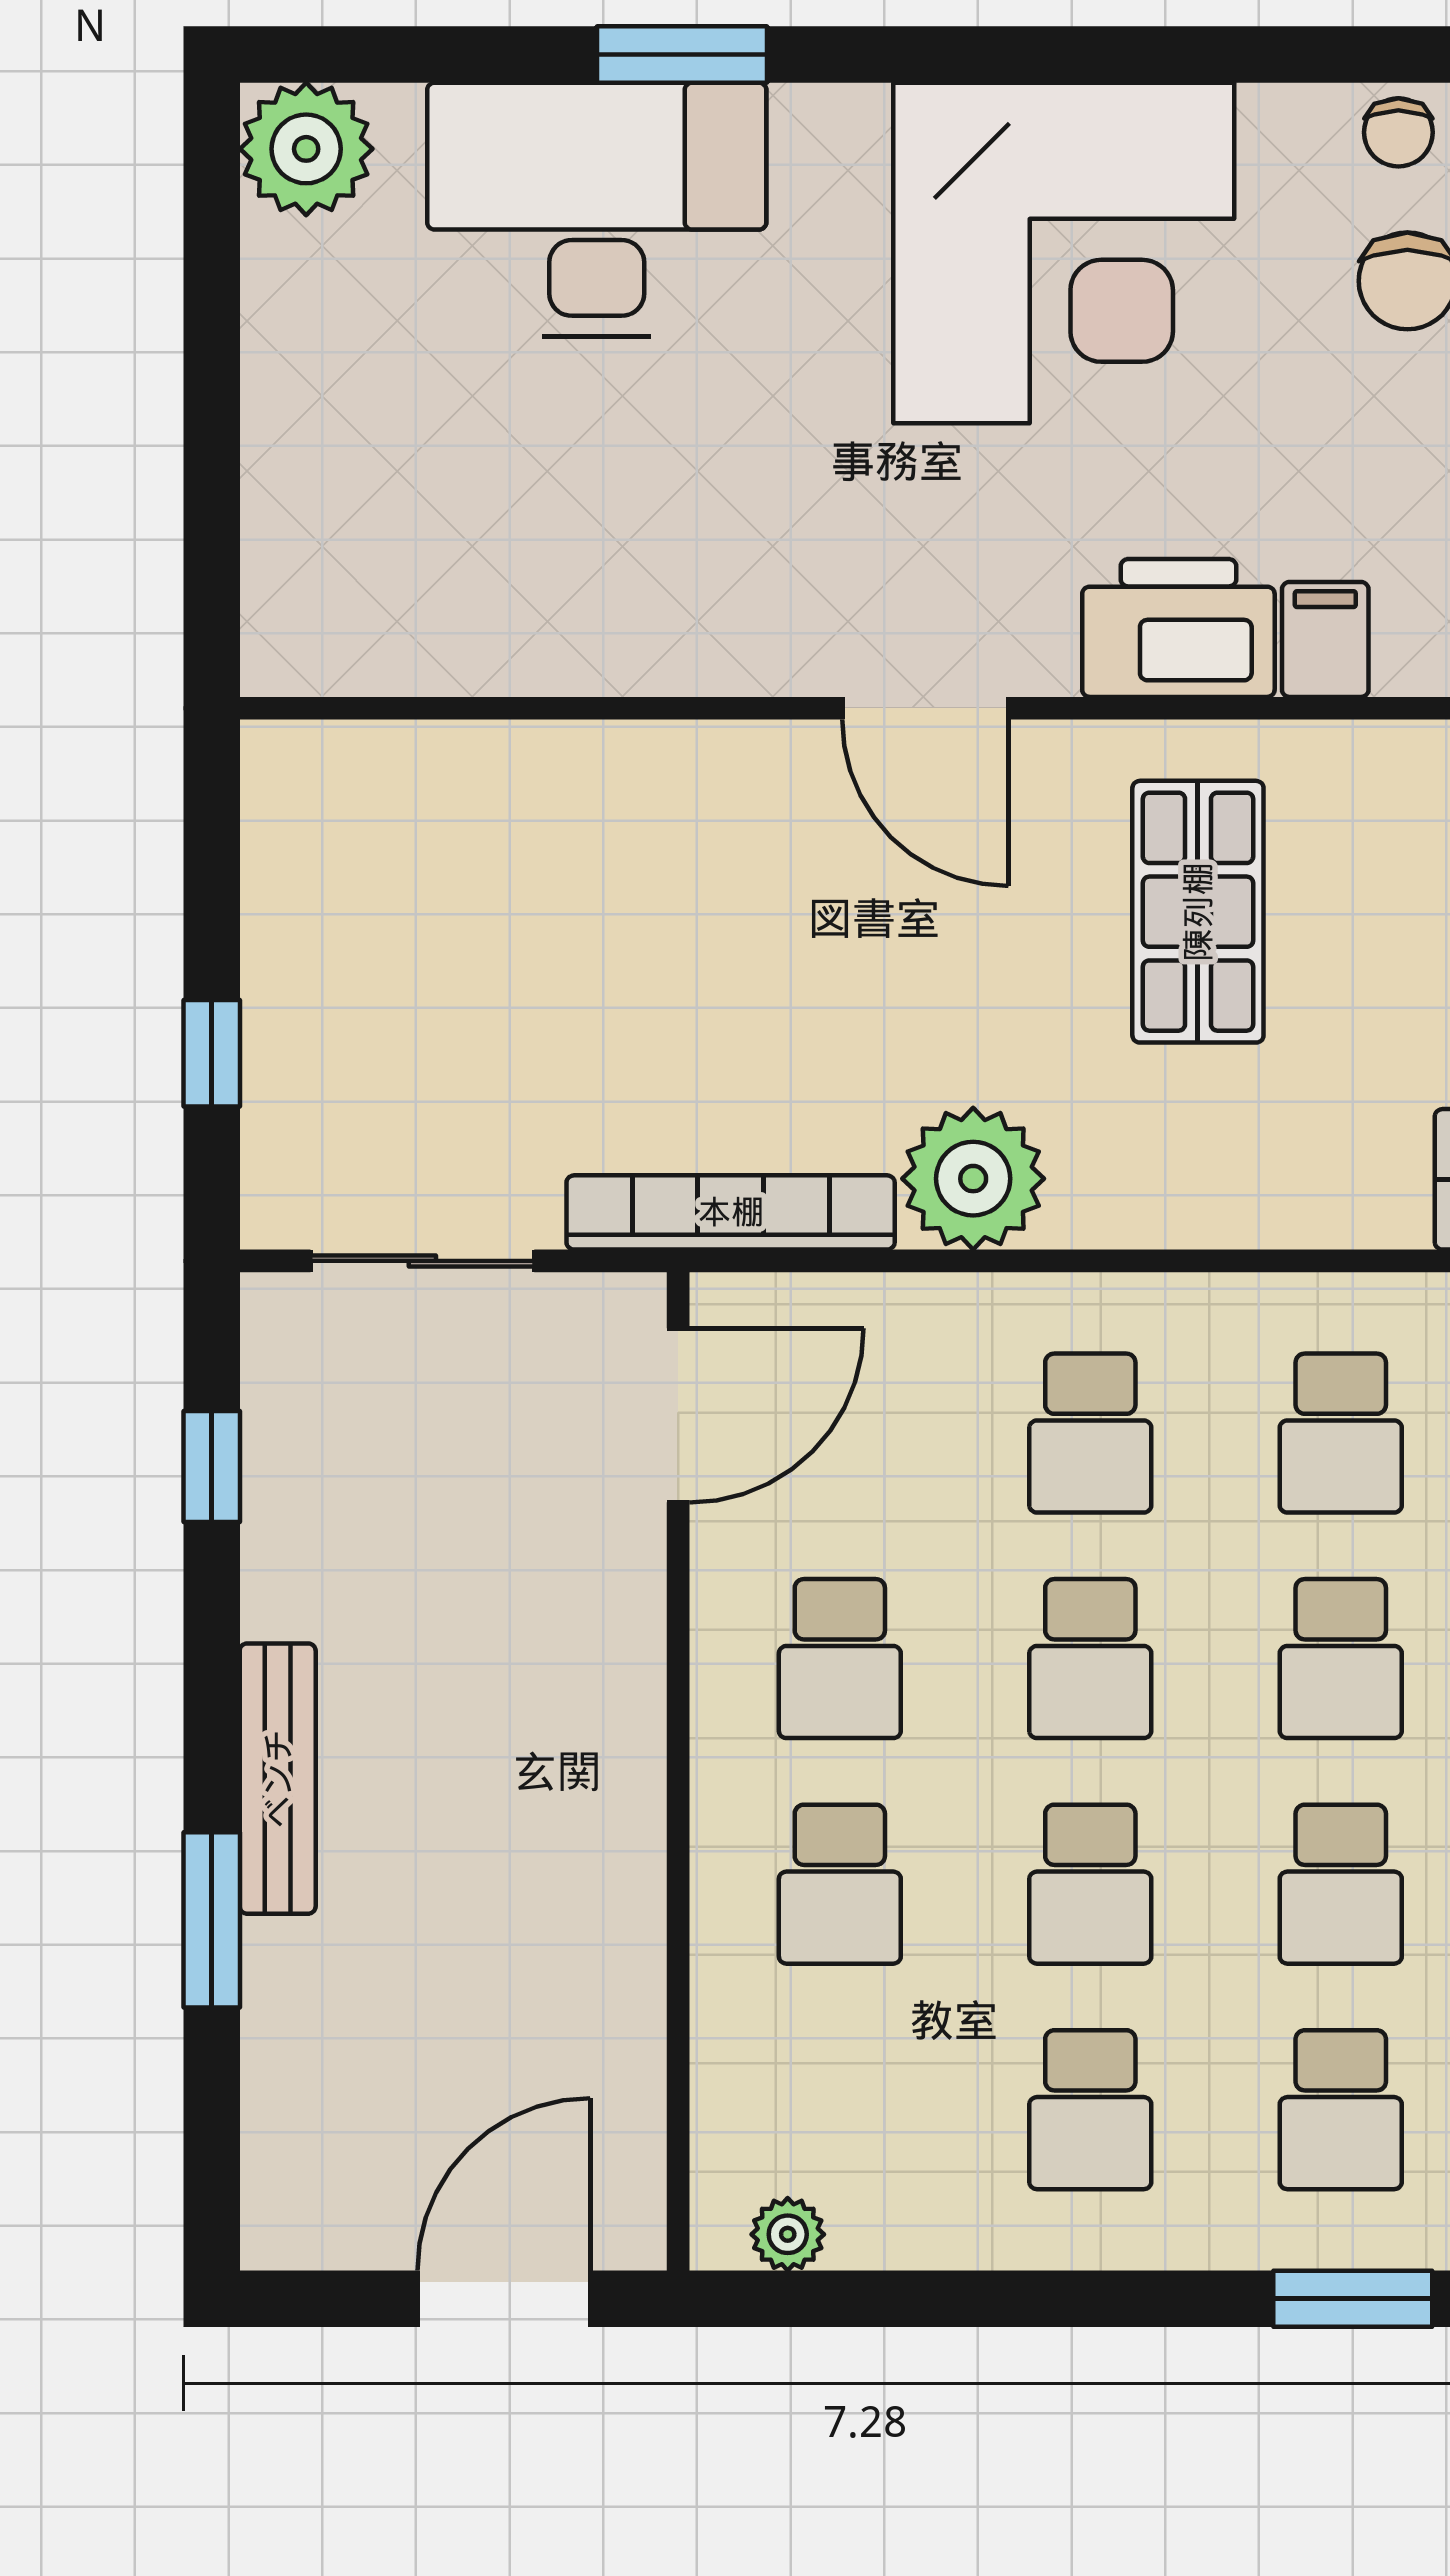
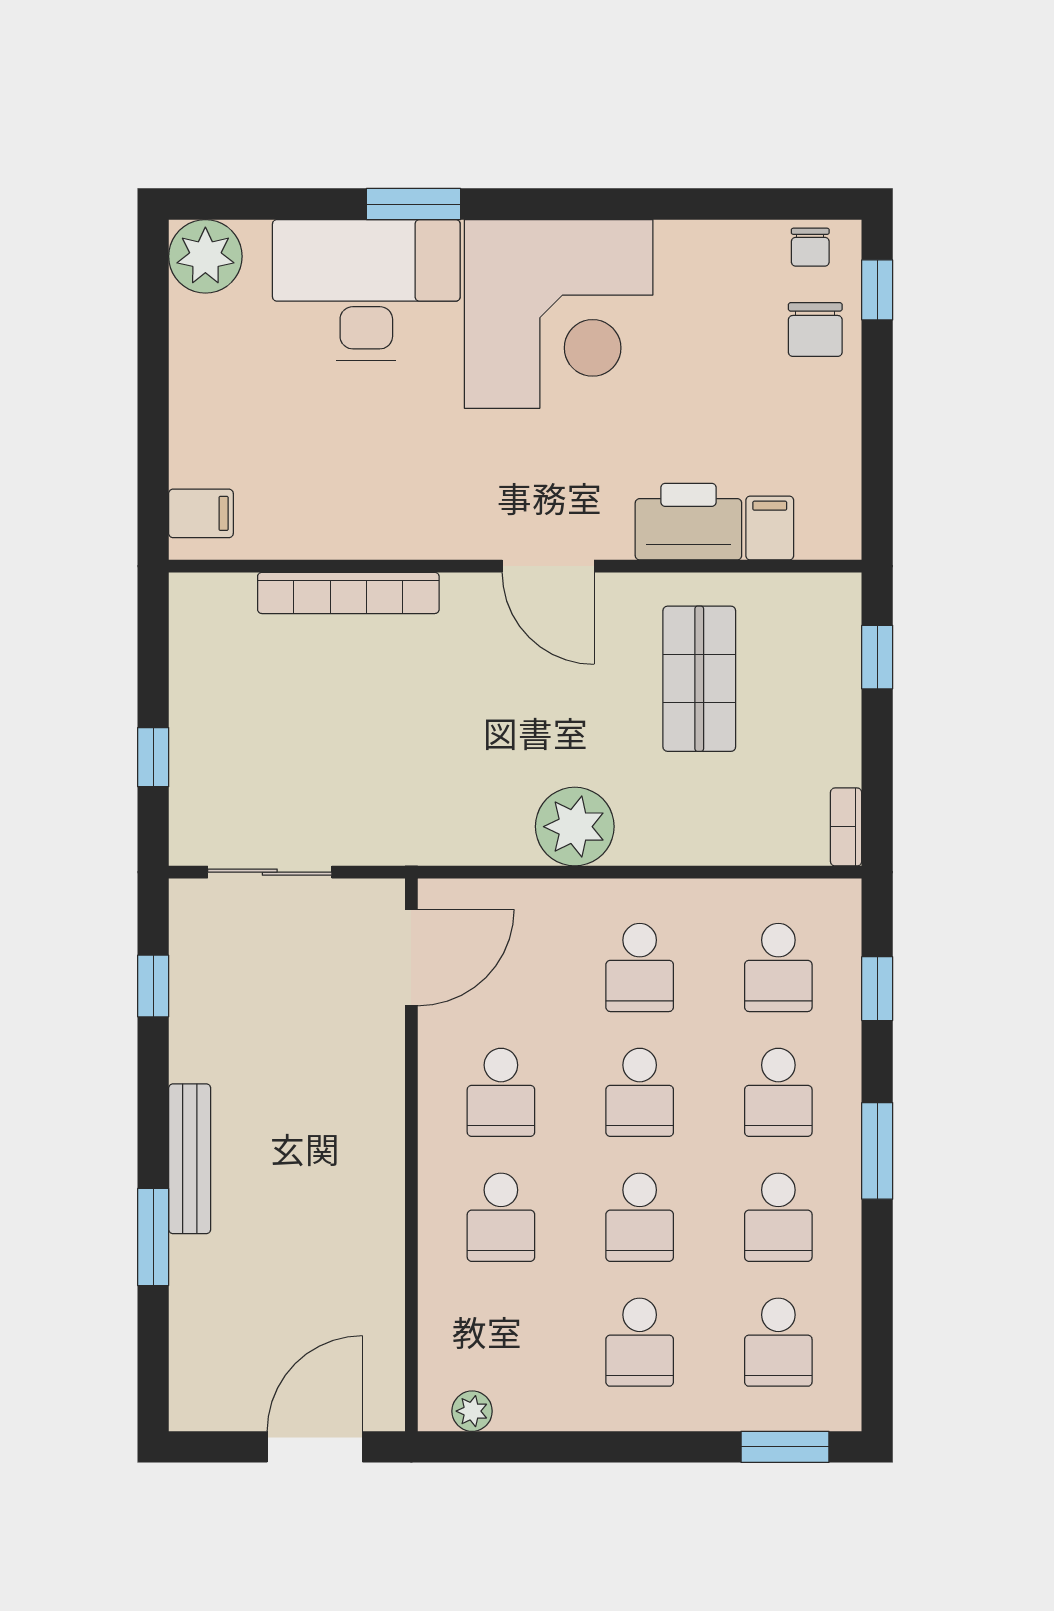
corner desk: (1064, 253) -> (559, 314), moved
filing cabinet: (298, 613) -> (201, 513), added
bookcase: (731, 1212) -> (348, 593), moved, turned 180

